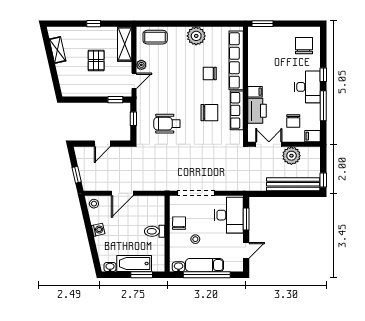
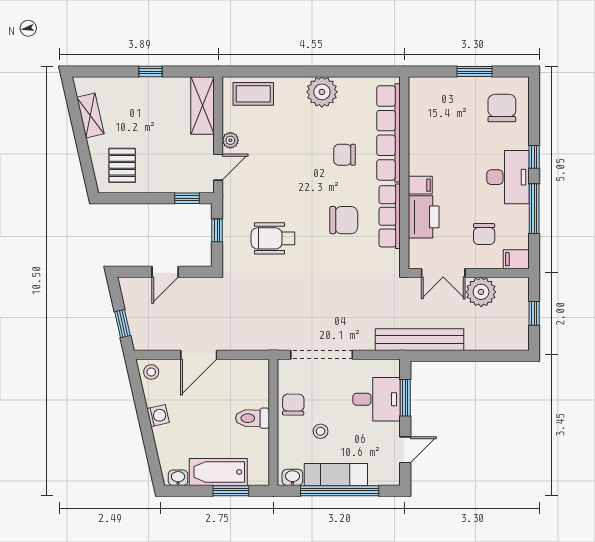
window: (262, 24) -> (474, 71), moved
pallet: (96, 60) -> (122, 165), moved
double door: (269, 144) -> (443, 273), swing flipped
window: (323, 180) -> (534, 313), moved
bench: (293, 184) -> (420, 340), moved
desk: (229, 215) -> (377, 399), width x0.73

